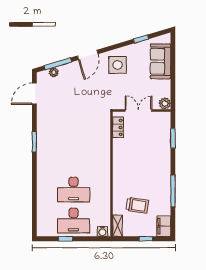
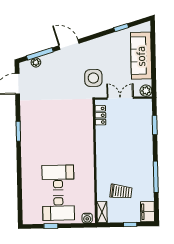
door: (88, 55) -> (69, 44), swing flipped
sofa: (161, 61) -> (141, 56), width x1.36
side table: (118, 65) -> (93, 78), moved
desk: (74, 190) -> (58, 177), turned 180

